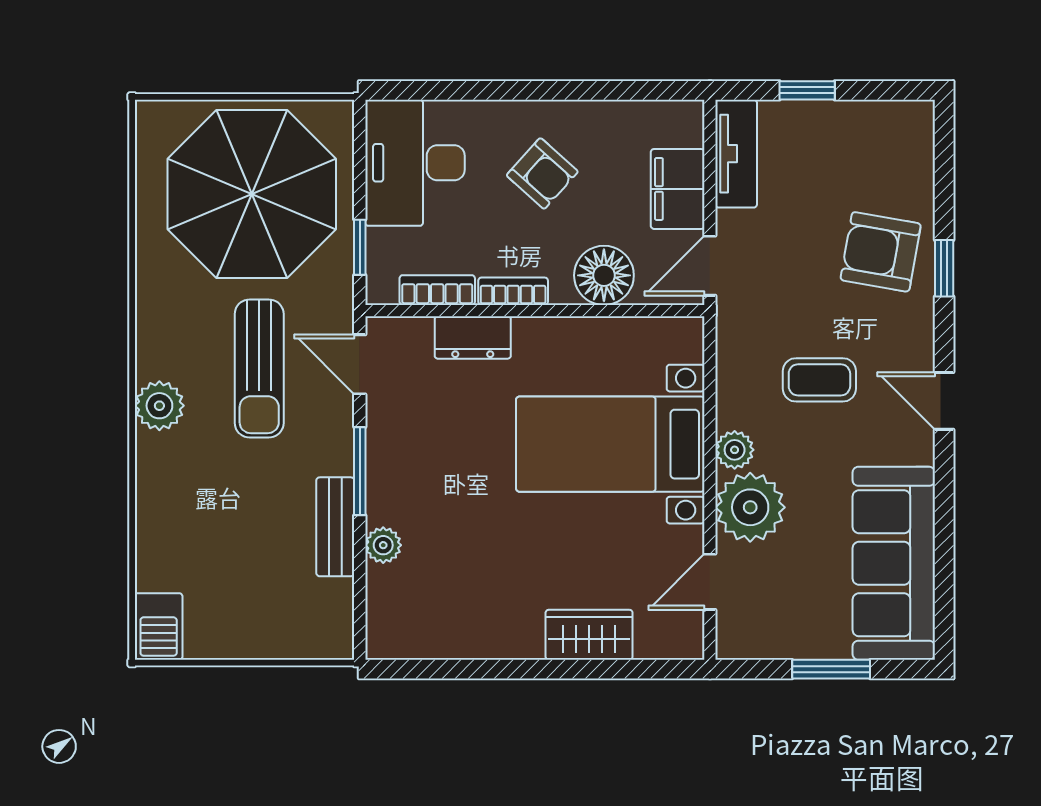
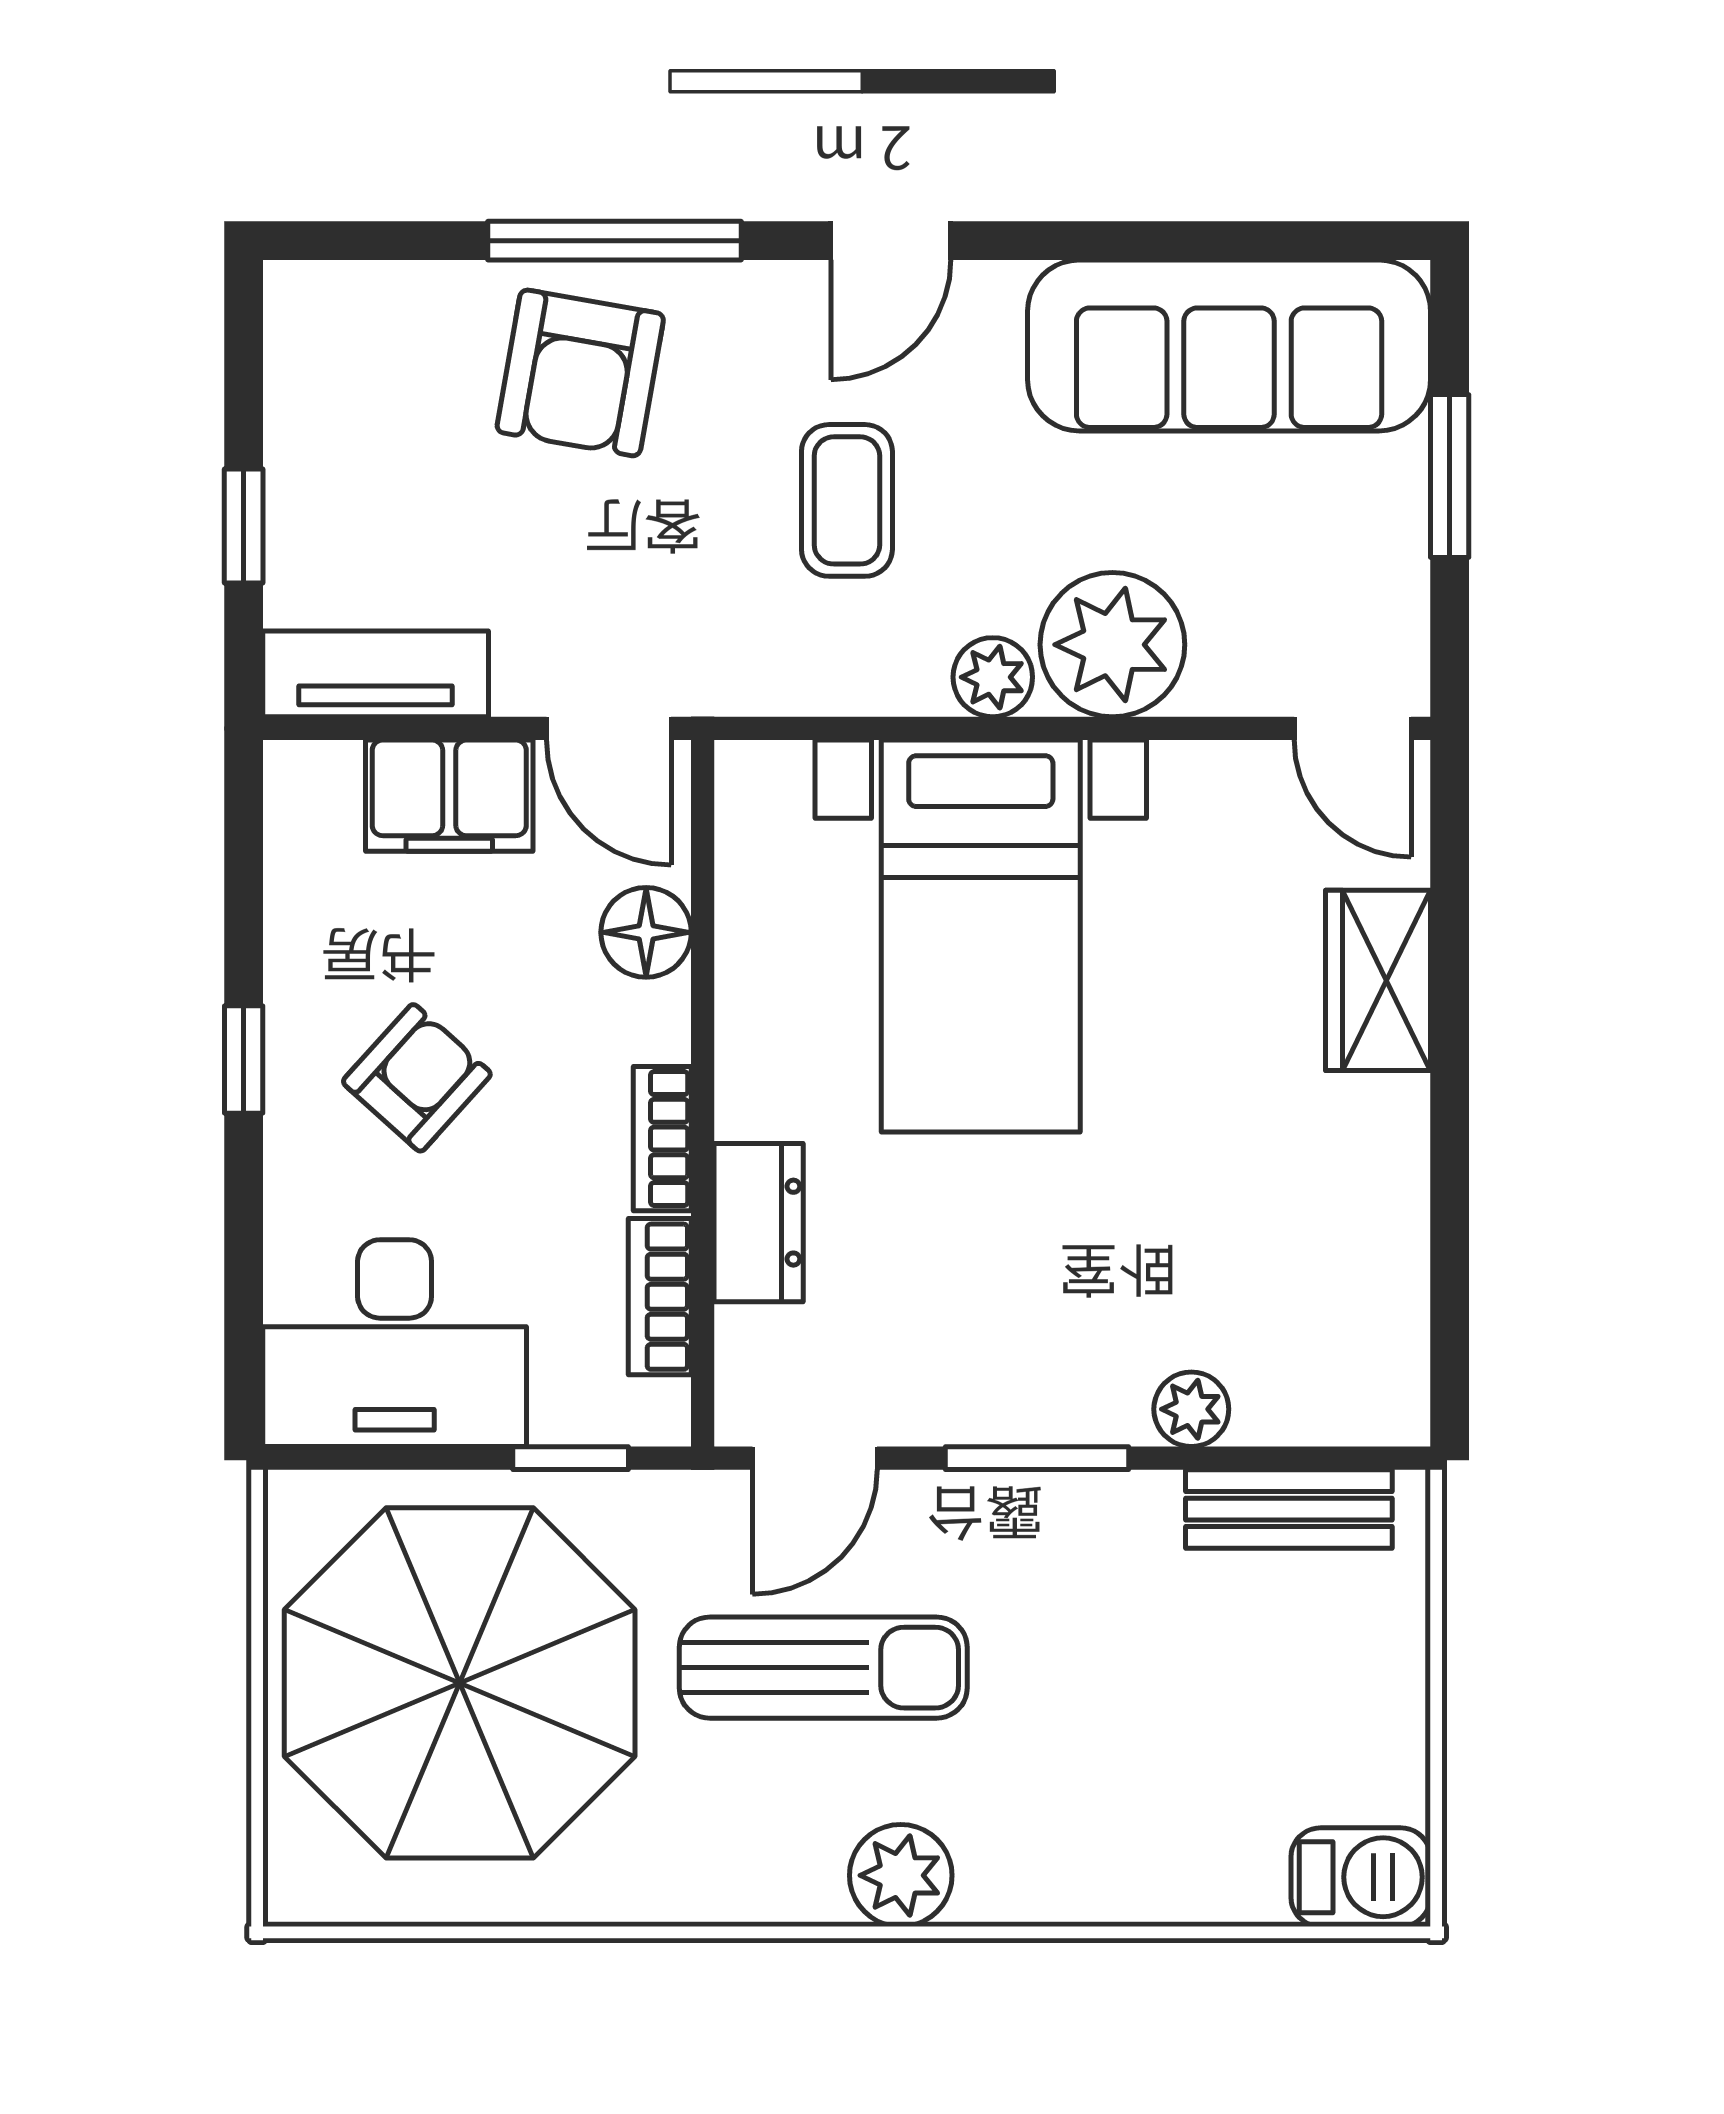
window: (551, 90) -> (244, 1060), added
window: (944, 268) -> (615, 241), width x2.17
floor lamp: (604, 275) -> (646, 932), width x0.73, depth x0.73
bench: (335, 527) -> (1289, 1509), moved
door: (710, 582) -> (1353, 728), moved

